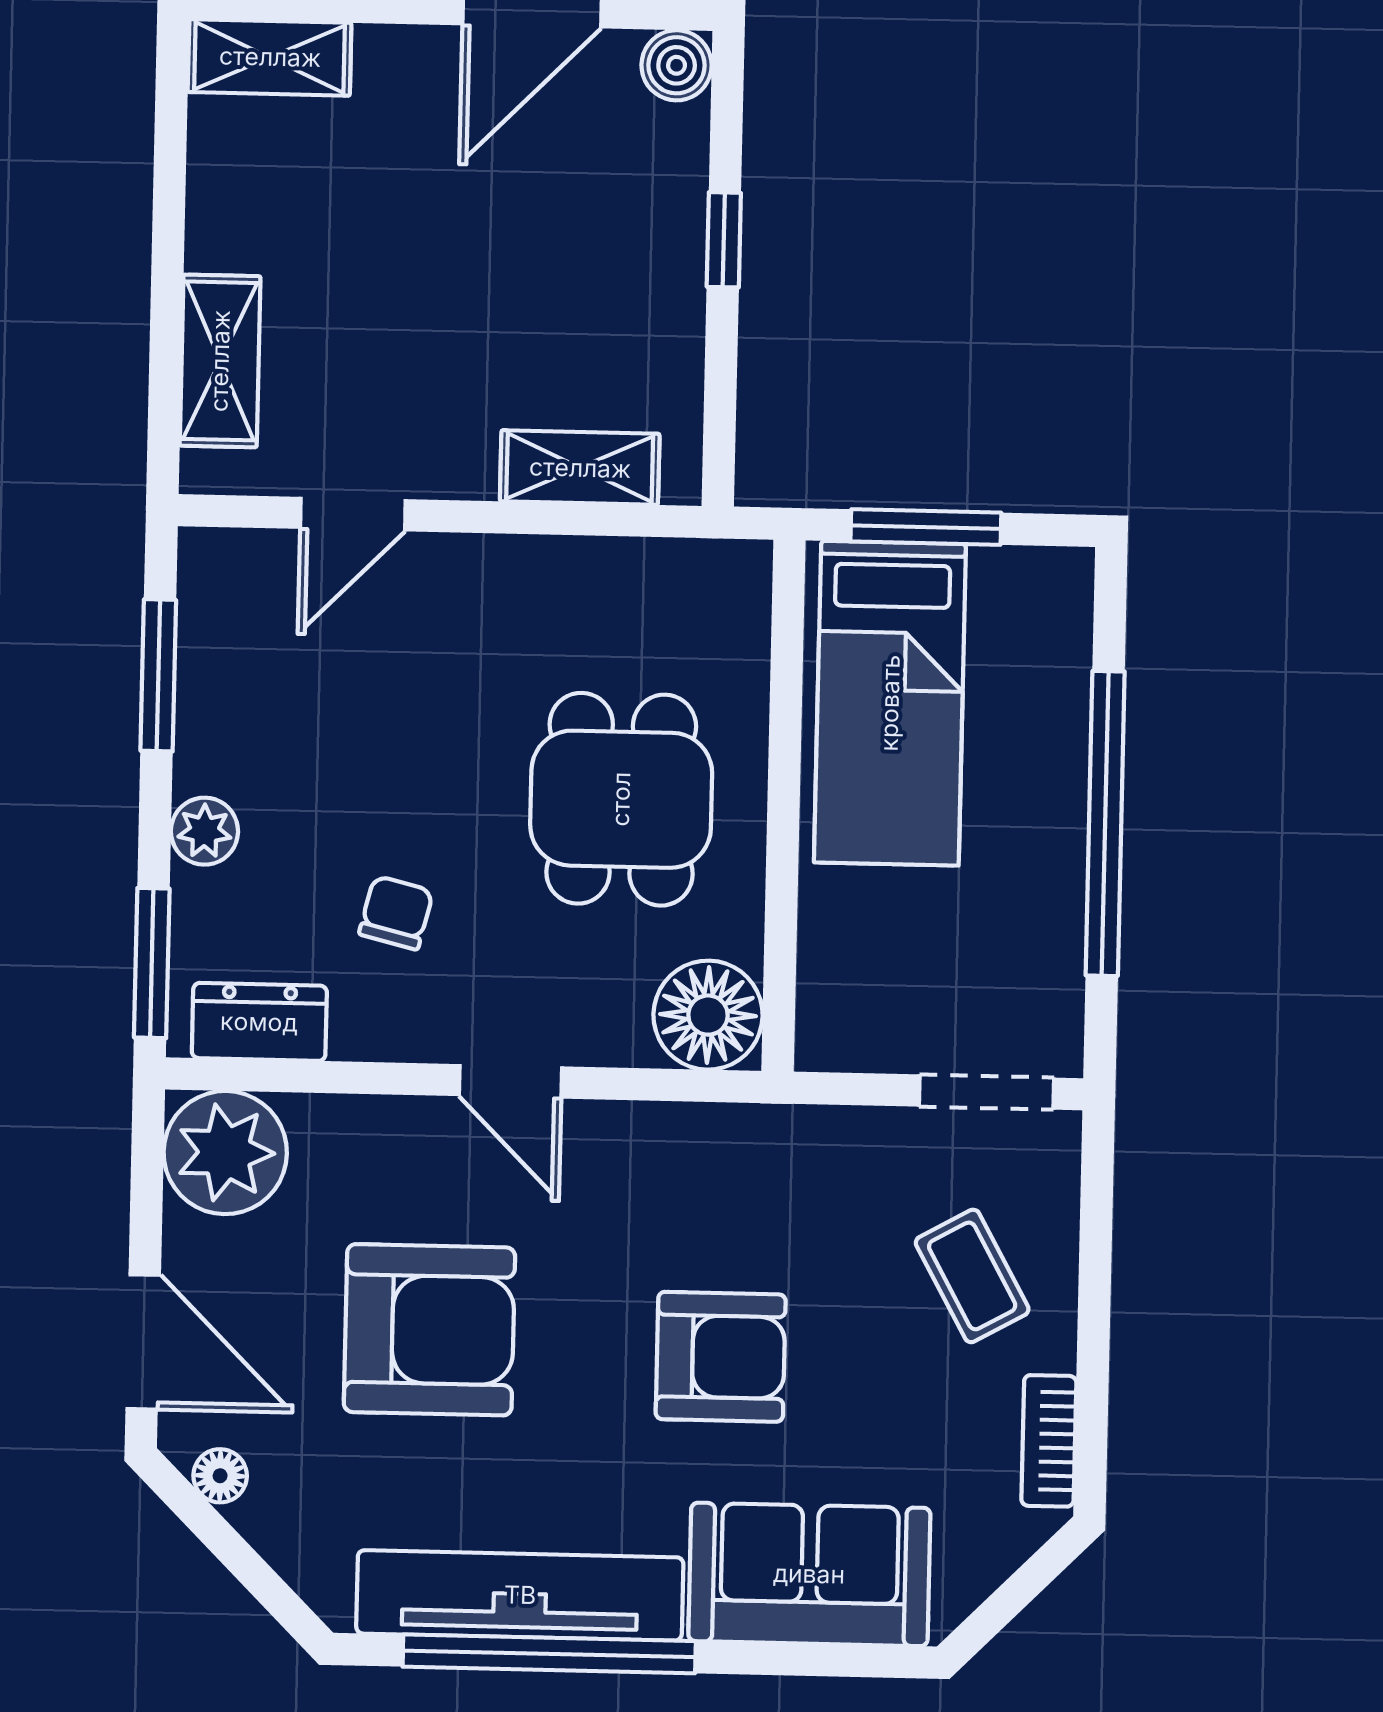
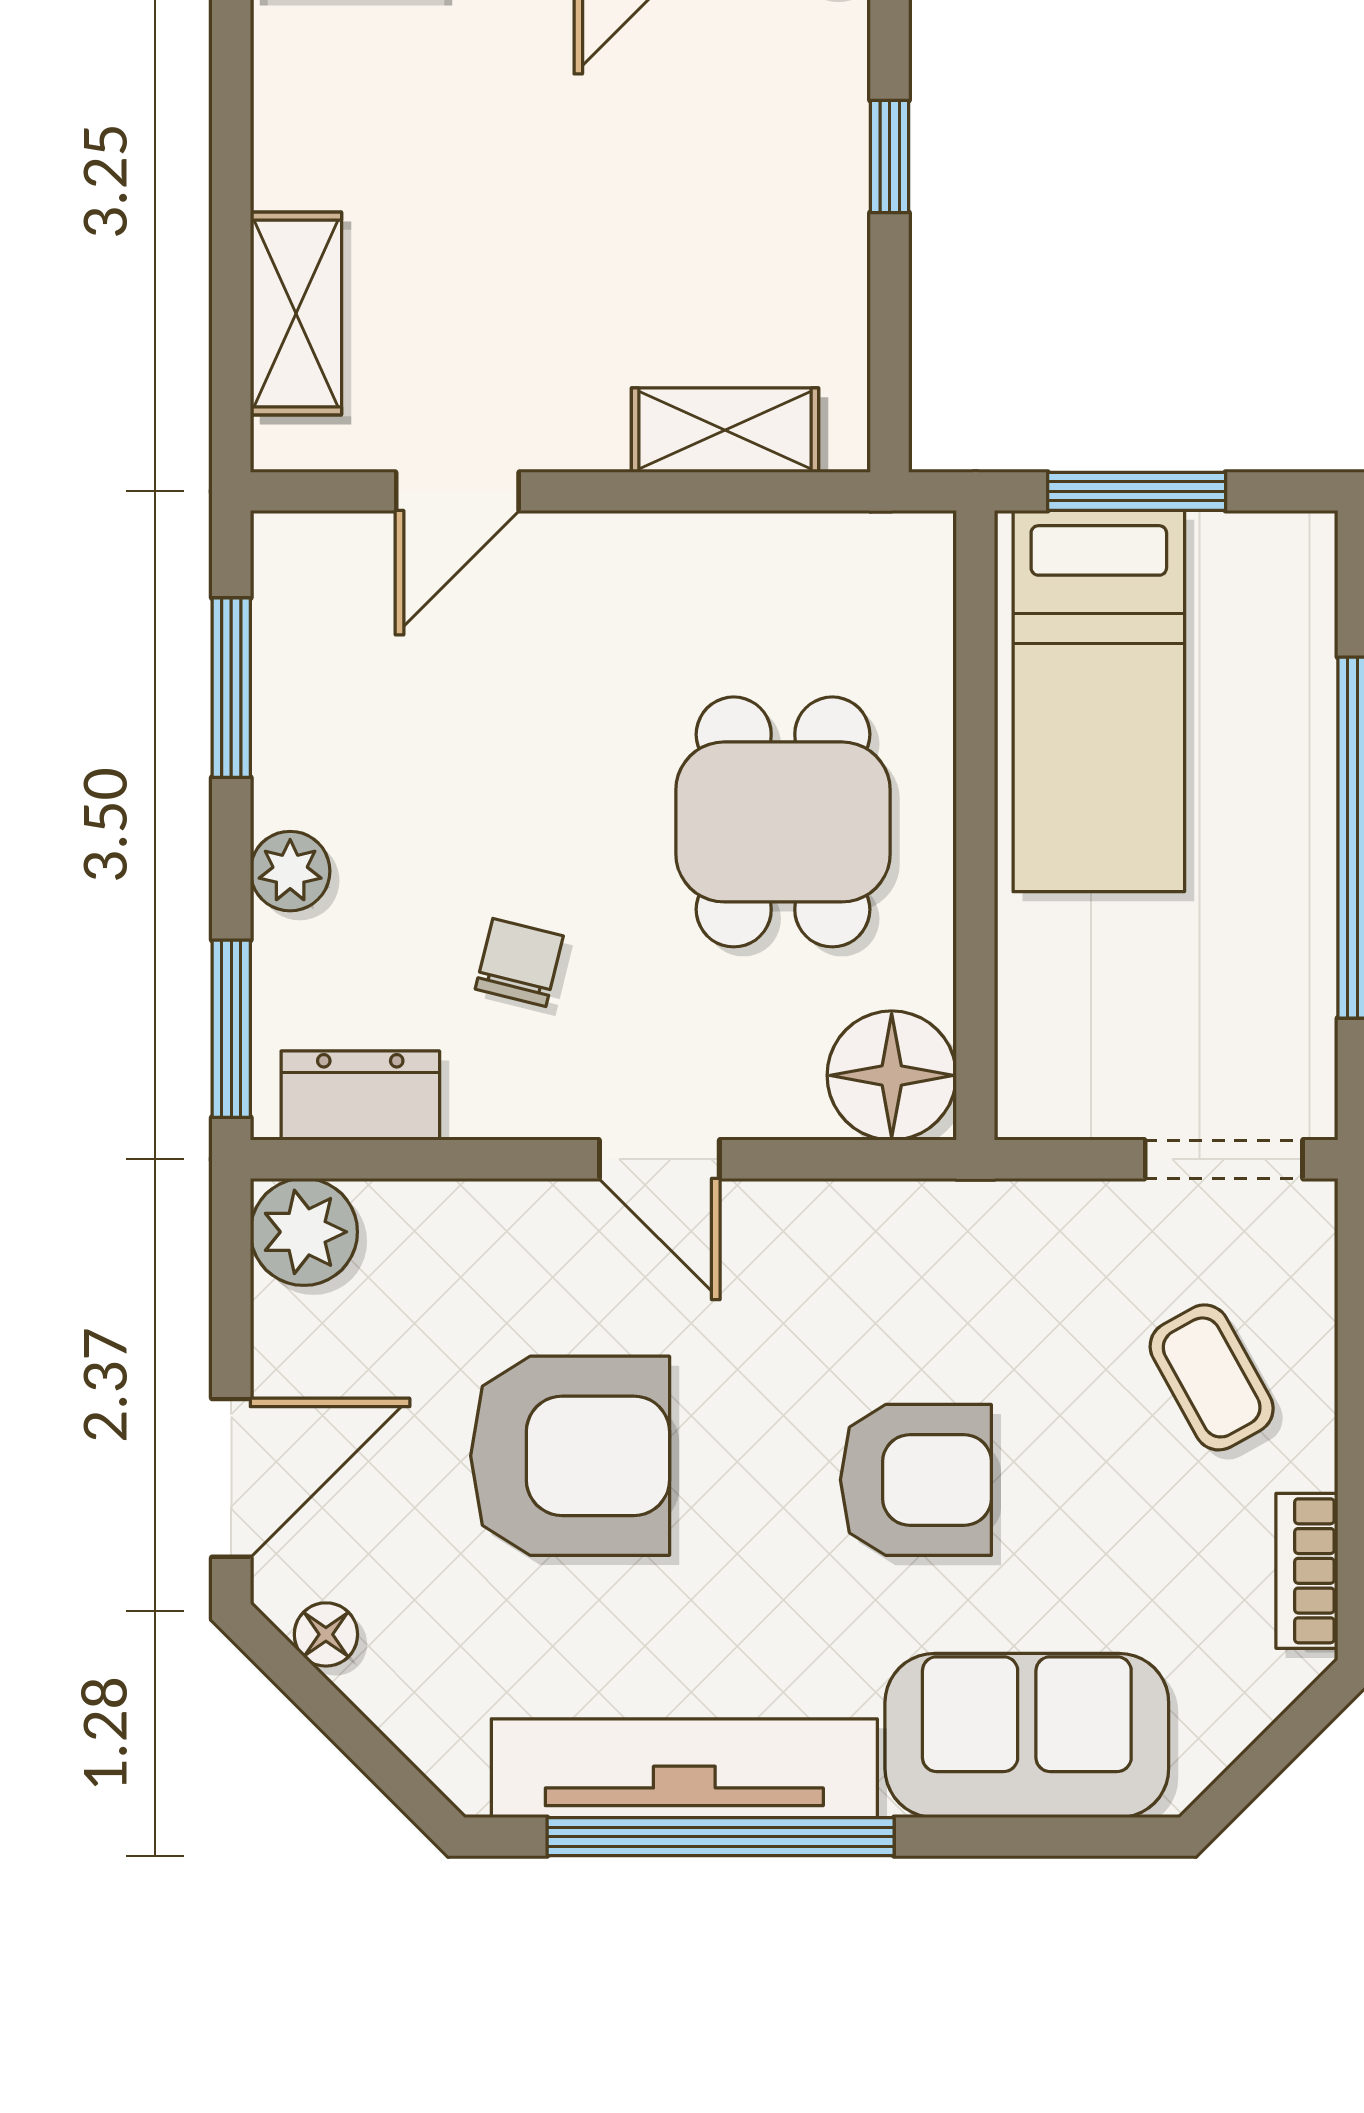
plant: (225, 1153) -> (304, 1232), width x0.73, depth x0.73
door: (143, 1342) -> (231, 1478), hinge flipped

